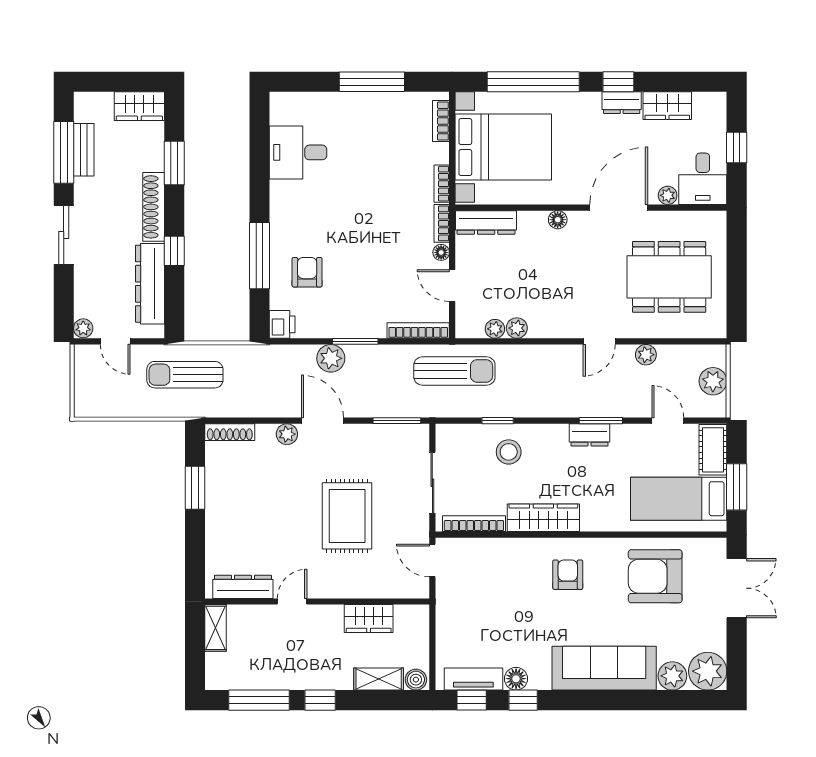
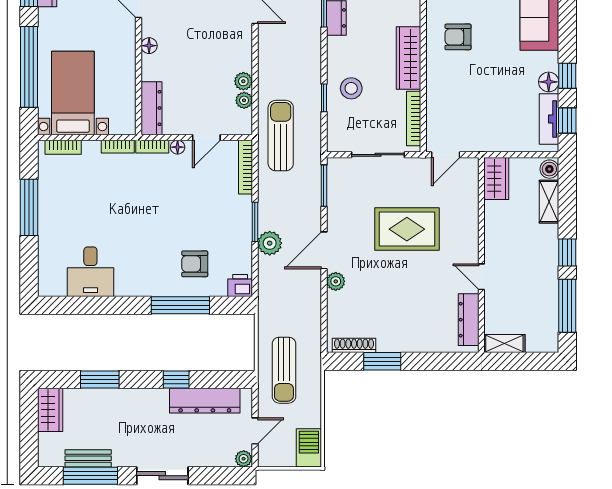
bed with nightstands: (503, 147) -> (73, 93), width x0.73
shoe rack: (154, 207) -> (138, 397), removed
barbecue: (96, 403) -> (309, 448), added
shoe rack: (230, 432) -> (354, 345), moved, turned -90
wardrobe: (369, 619) -> (496, 178), moved

